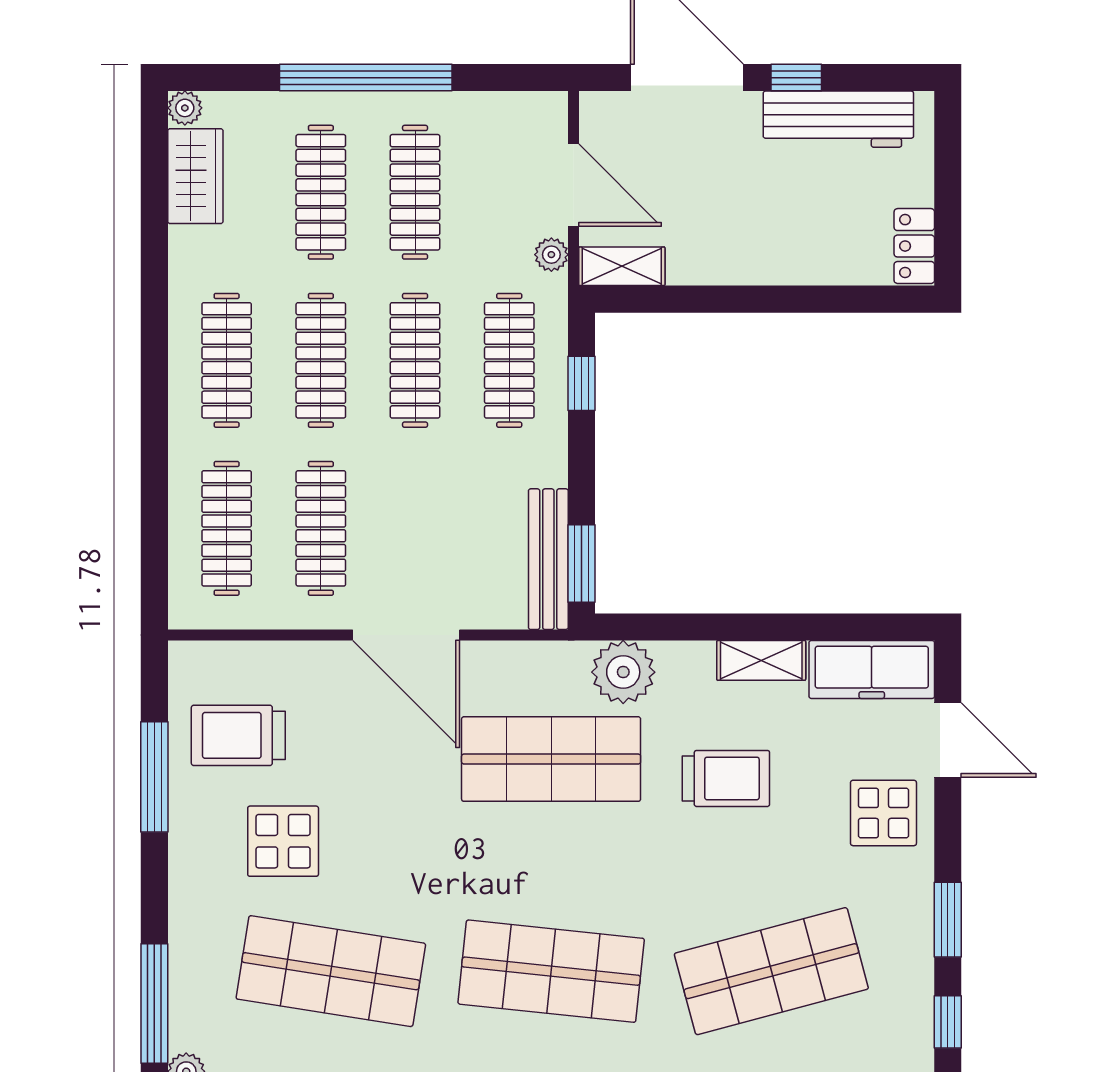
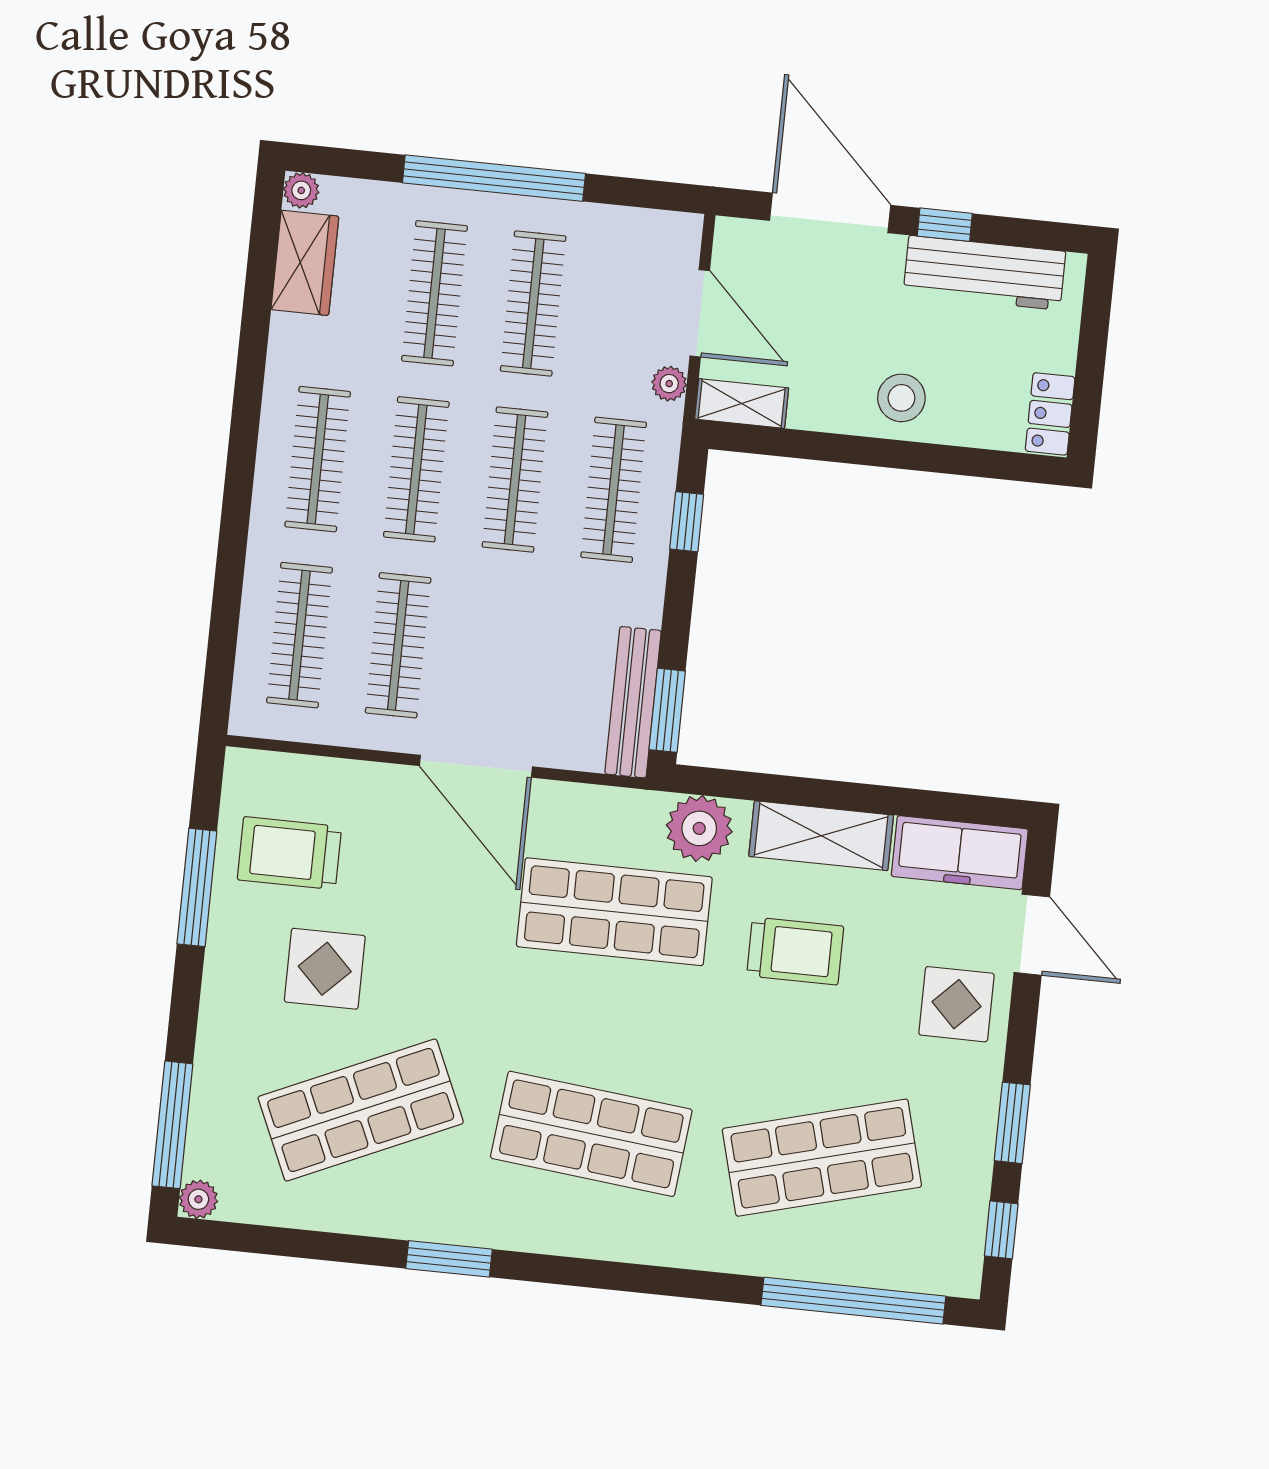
stool: (772, 245) -> (901, 398), added
shelving: (761, 660) -> (821, 836), width x1.50, depth x1.33
shop shelf: (331, 971) -> (361, 1110), turned -33

